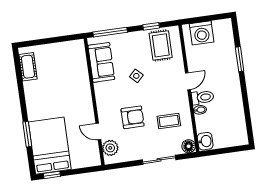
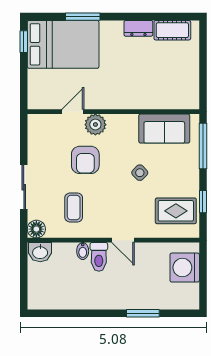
dresser: (30, 92) -> (138, 28), added
plant: (110, 148) -> (95, 125), moved

